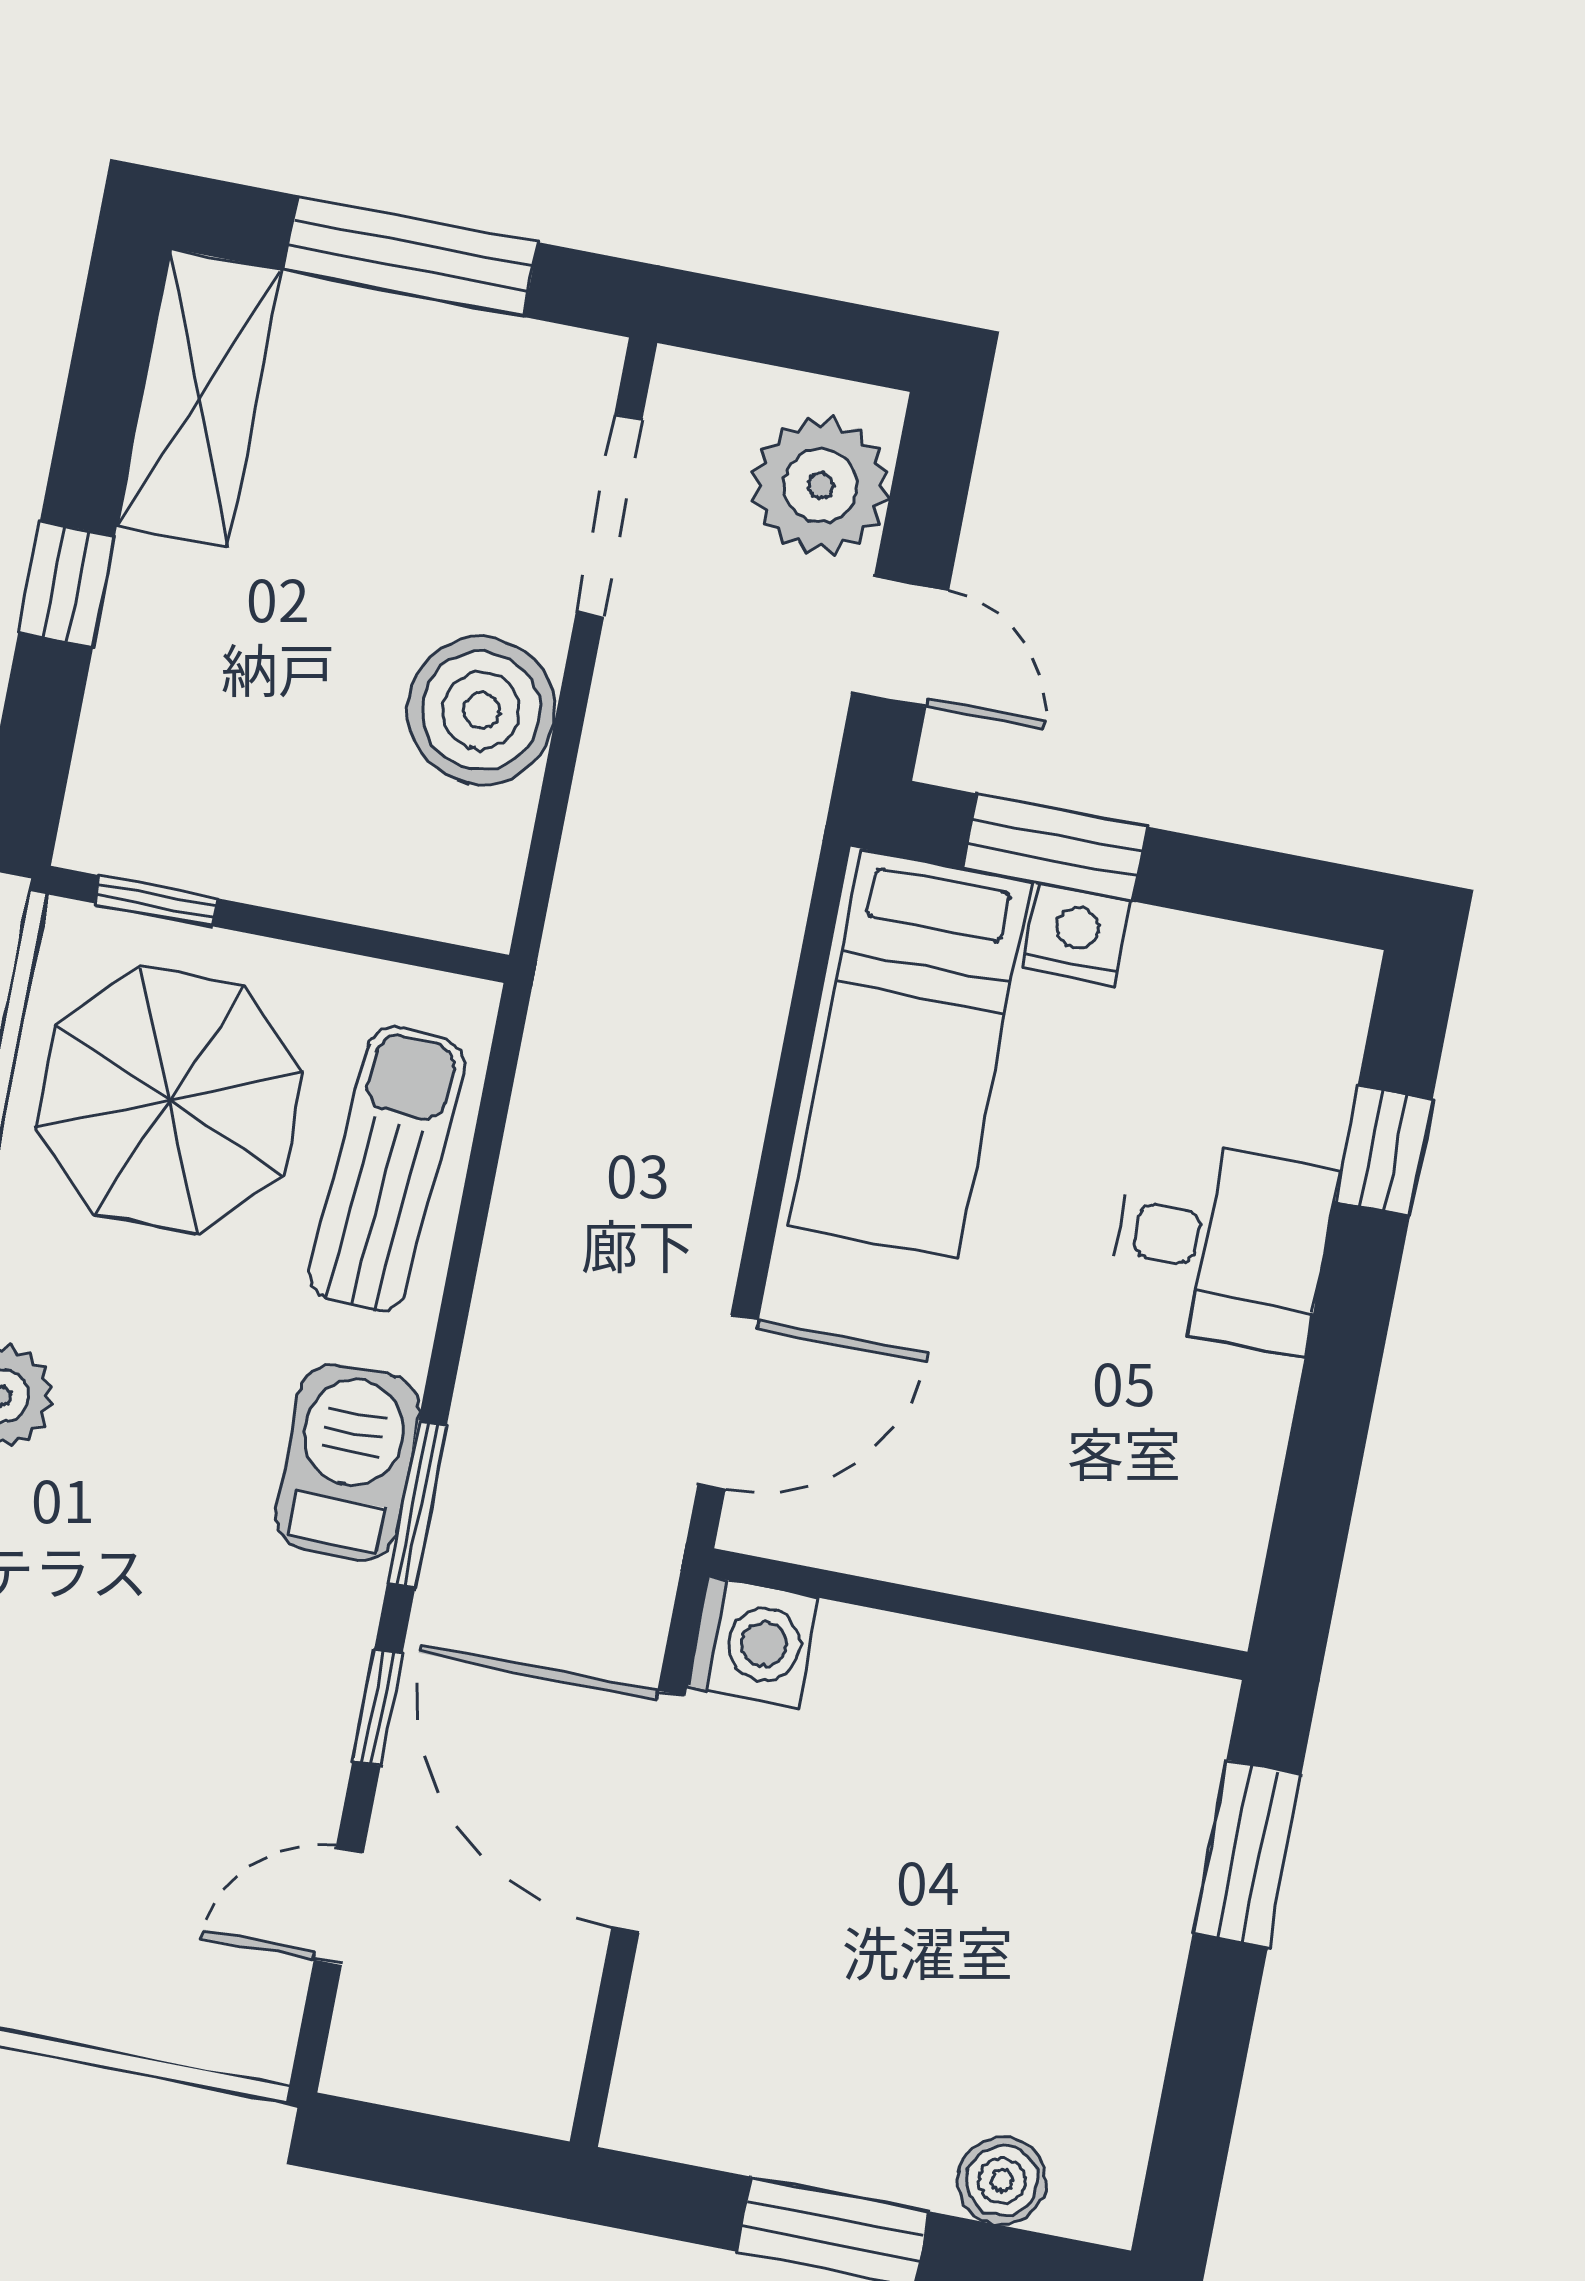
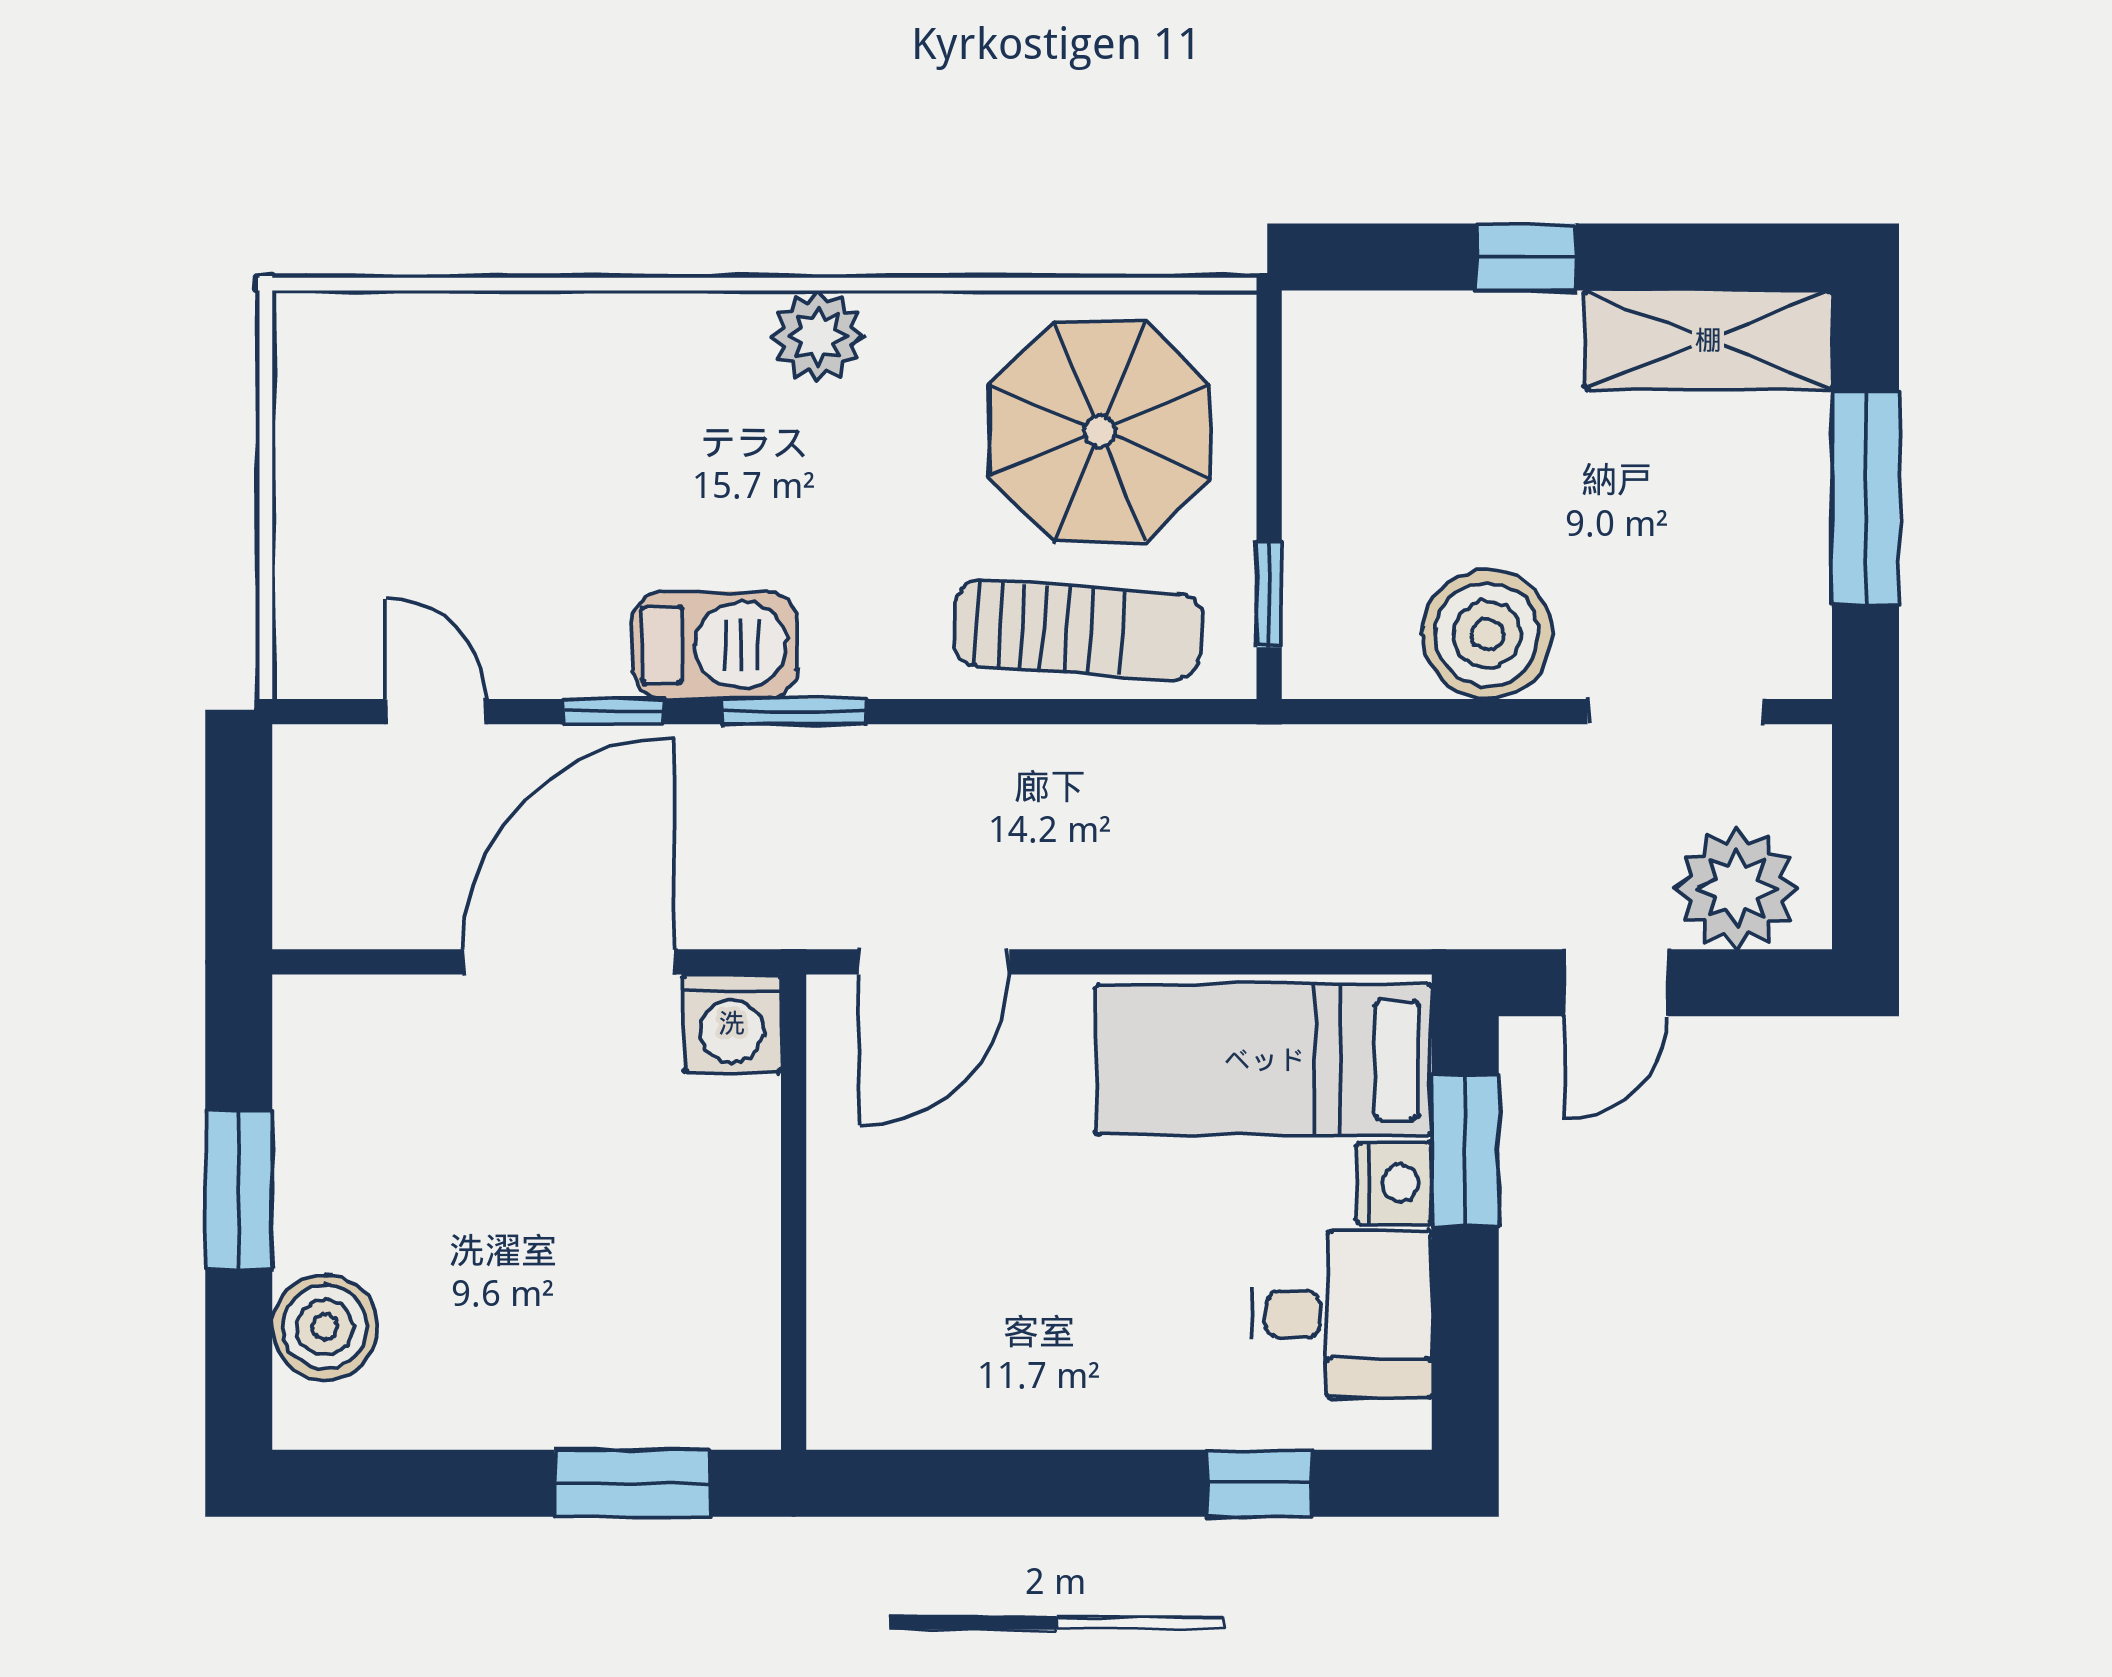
window: (156, 901) -> (1269, 594), moved
desk: (1222, 1245) -> (1342, 1314), moved, turned -90
door: (728, 1402) -> (934, 962), hinge flipped
barbecue: (348, 1462) -> (715, 645), moved
boiler: (1002, 2181) -> (325, 1327), width x1.36, depth x1.36

